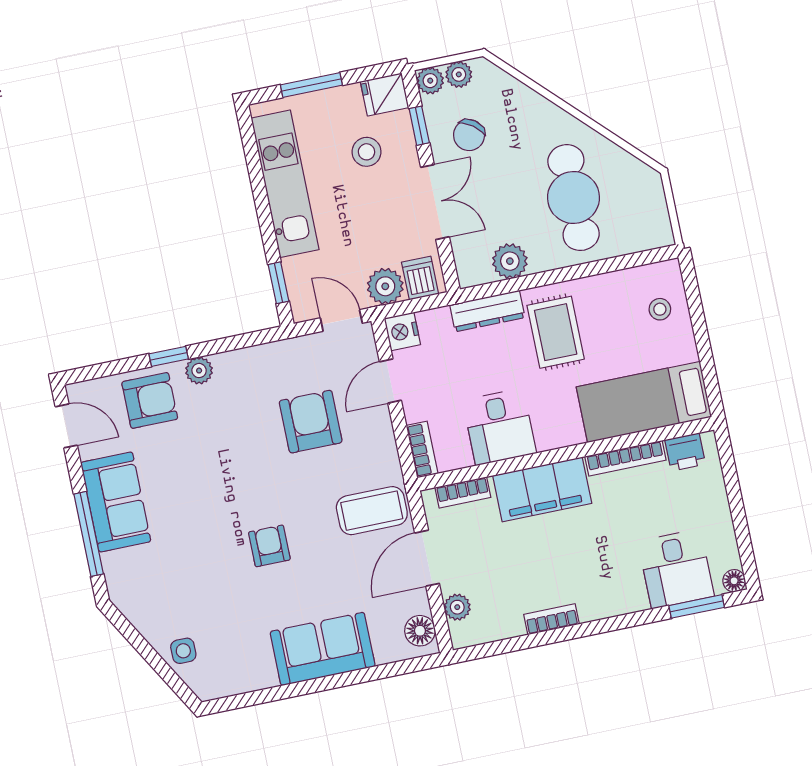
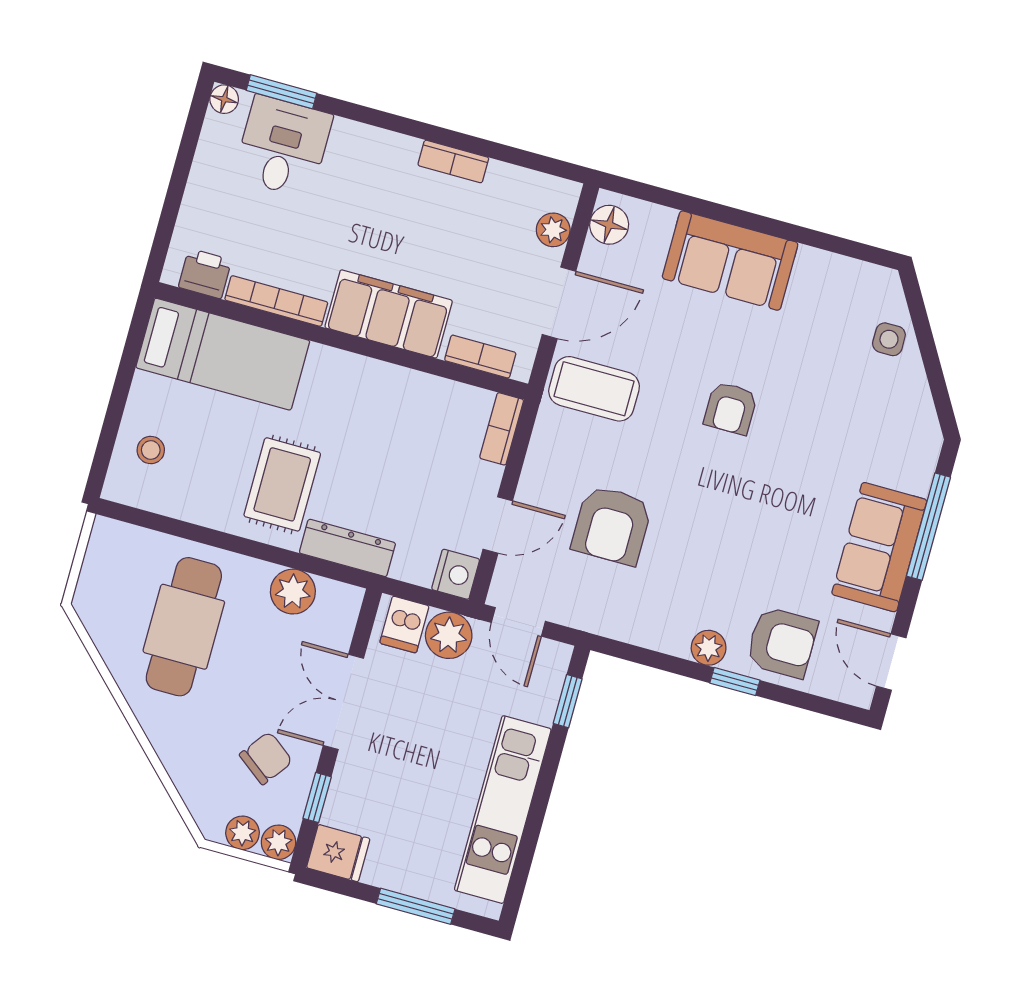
stool: (367, 152) -> (392, 799), removed
armchair: (150, 400) -> (782, 642), turned 180
desk: (499, 427) -> (401, 410), removed

